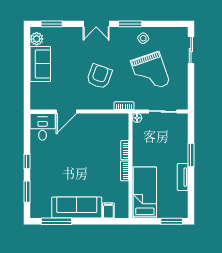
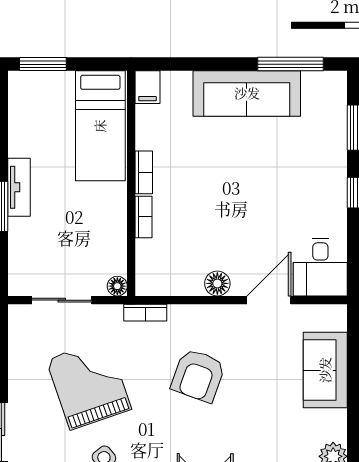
sofa: (40, 64) -> (325, 370), moved
floor lamp: (90, 119) -> (217, 283), added
tv unit: (183, 177) -> (19, 187), moved
filing cabinet: (108, 211) -> (147, 87), moved

